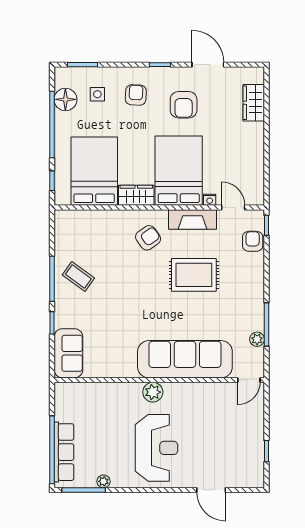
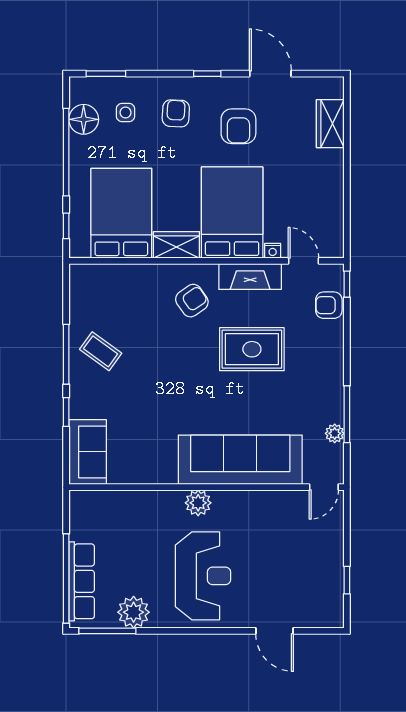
armchair: (253, 241) -> (329, 305), turned -90
plant: (104, 481) -> (134, 612), width x1.87, depth x1.87

